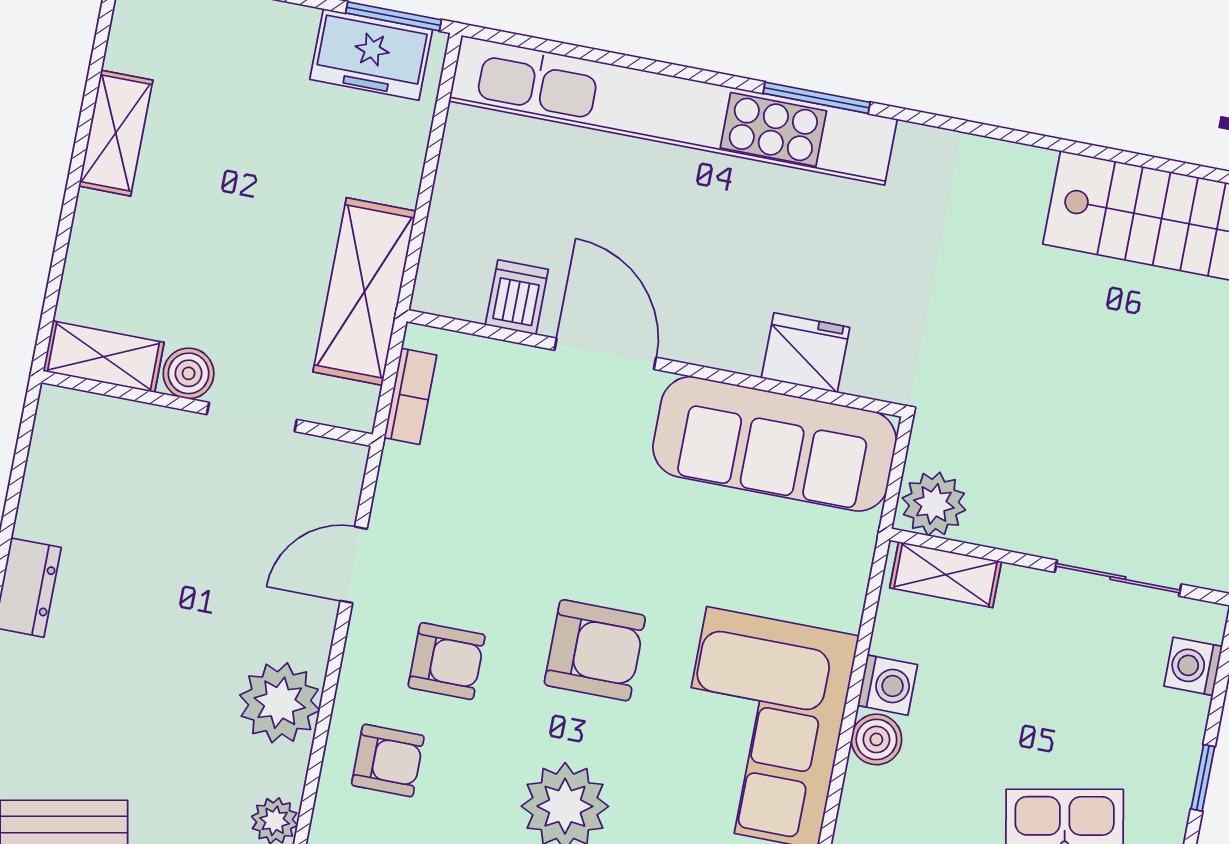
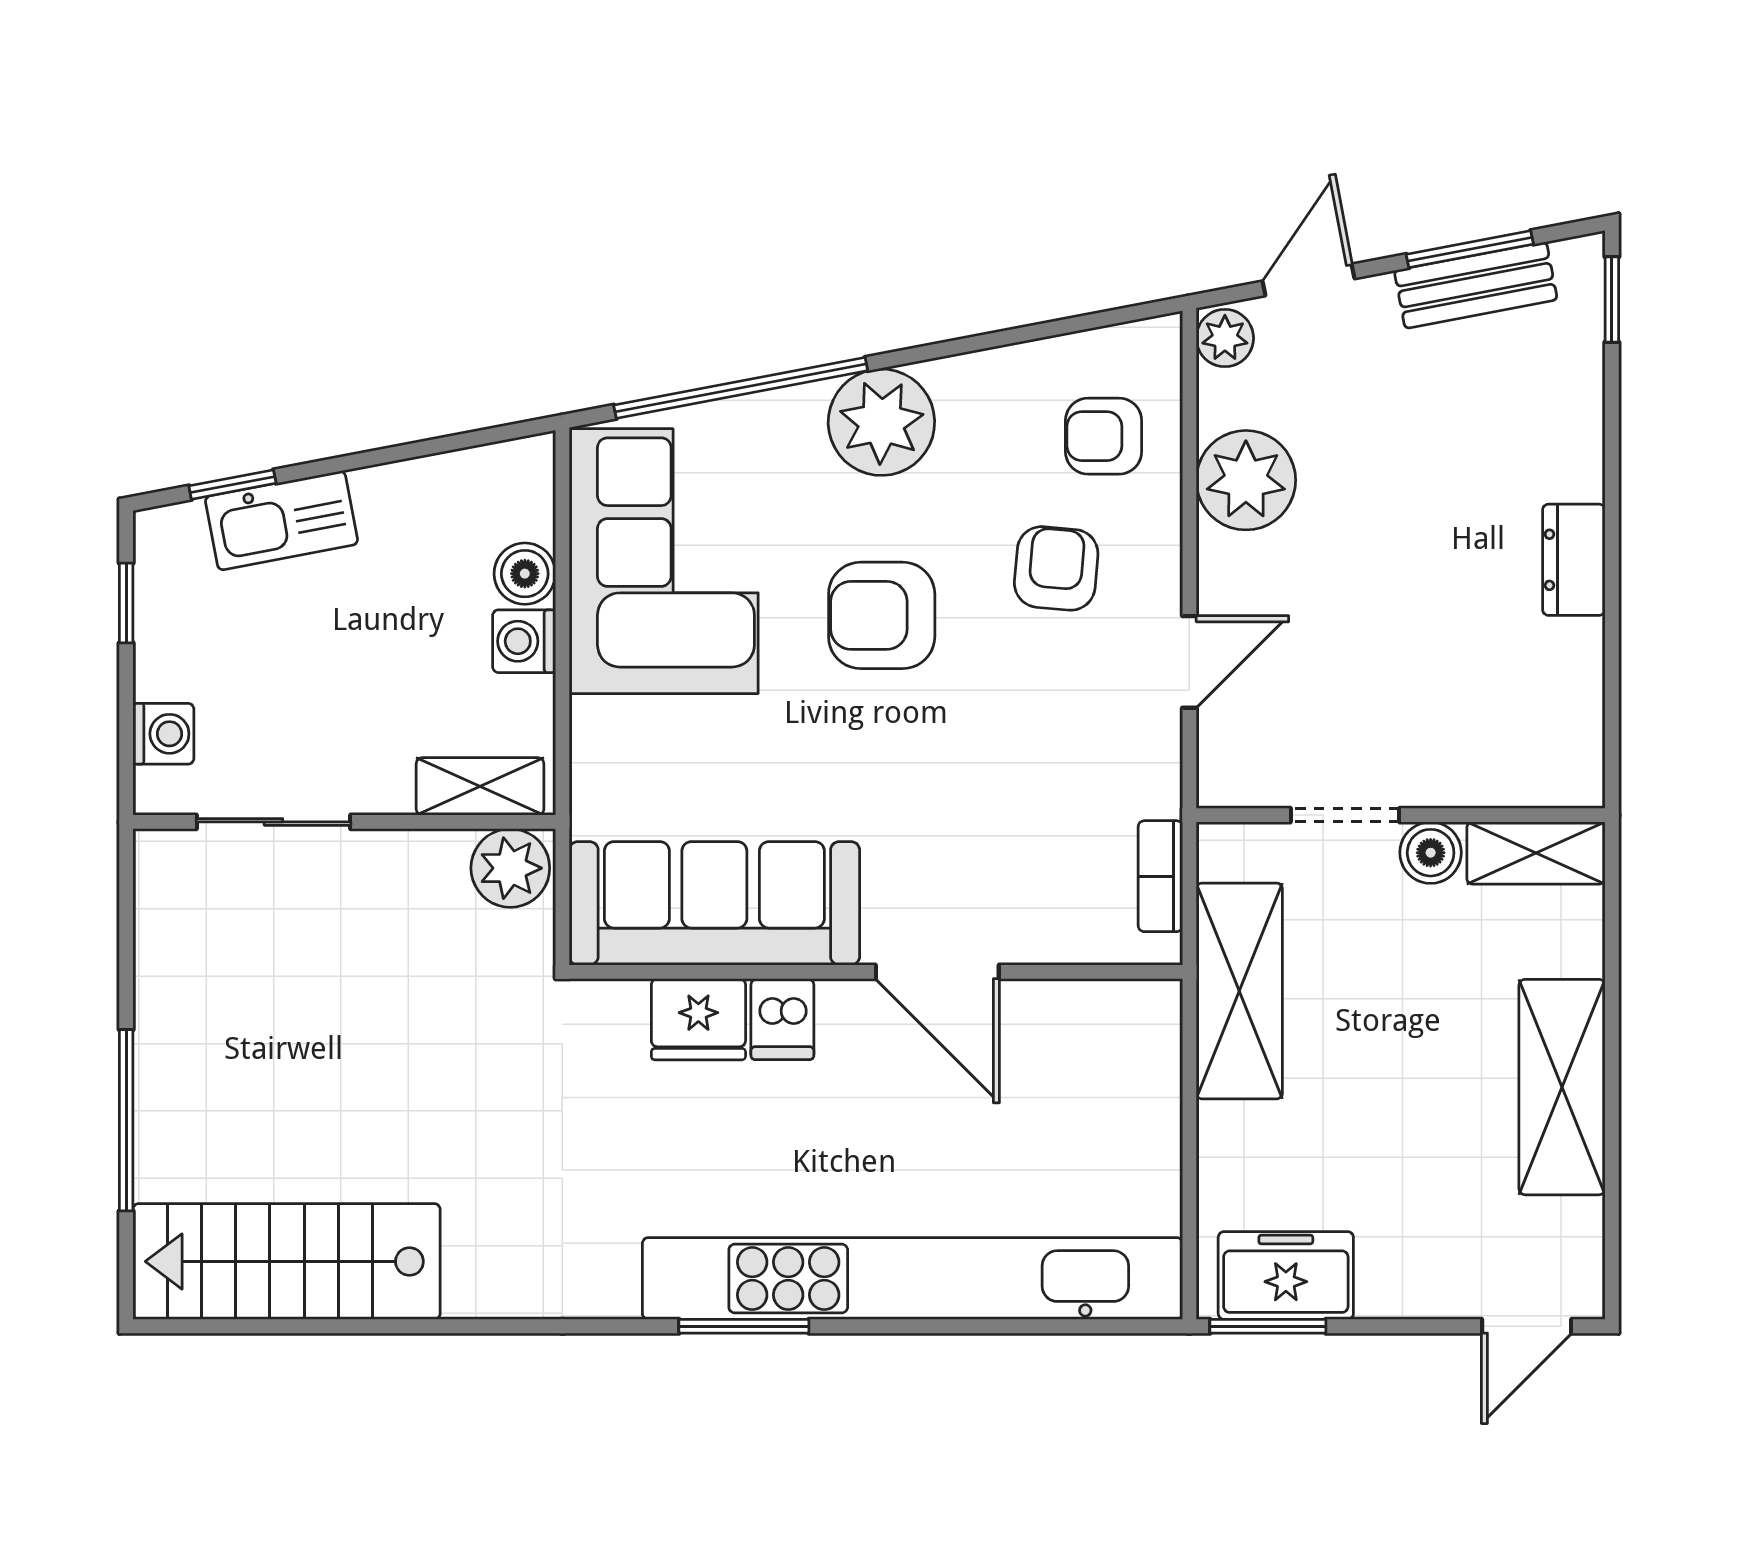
shelving: (116, 133) -> (1562, 1087), width x1.50, depth x1.33
dishwasher: (517, 297) -> (782, 1019), moved
armchair: (447, 661) -> (1056, 568), turned 95

